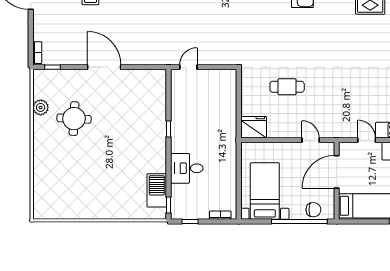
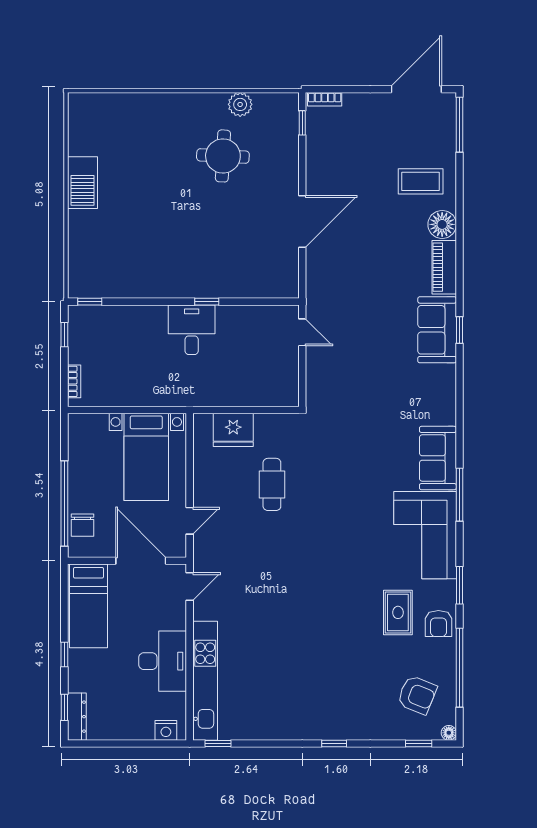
door: (104, 67) -> (302, 221), moved
fridge: (254, 127) -> (233, 430), moved, turned 90
door: (367, 140) -> (190, 586), moved
desk: (187, 168) -> (192, 330), moved
barbecue: (157, 190) -> (82, 183), moved, turned 90
bed with nightstands: (265, 191) -> (146, 457), moved, turned 90

